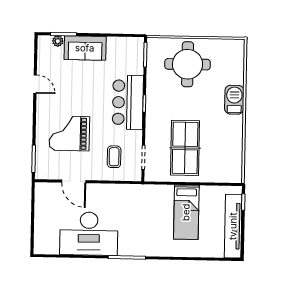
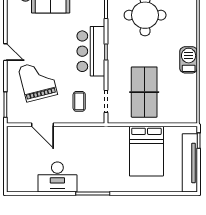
door: (35, 84) -> (5, 52), moved
barbecue: (234, 100) -> (189, 60), moved
grand piano: (69, 133) -> (38, 81), turned 76
bed: (186, 212) -> (146, 151), width x1.50
desk: (89, 234) -> (57, 177), width x0.73, depth x0.77

